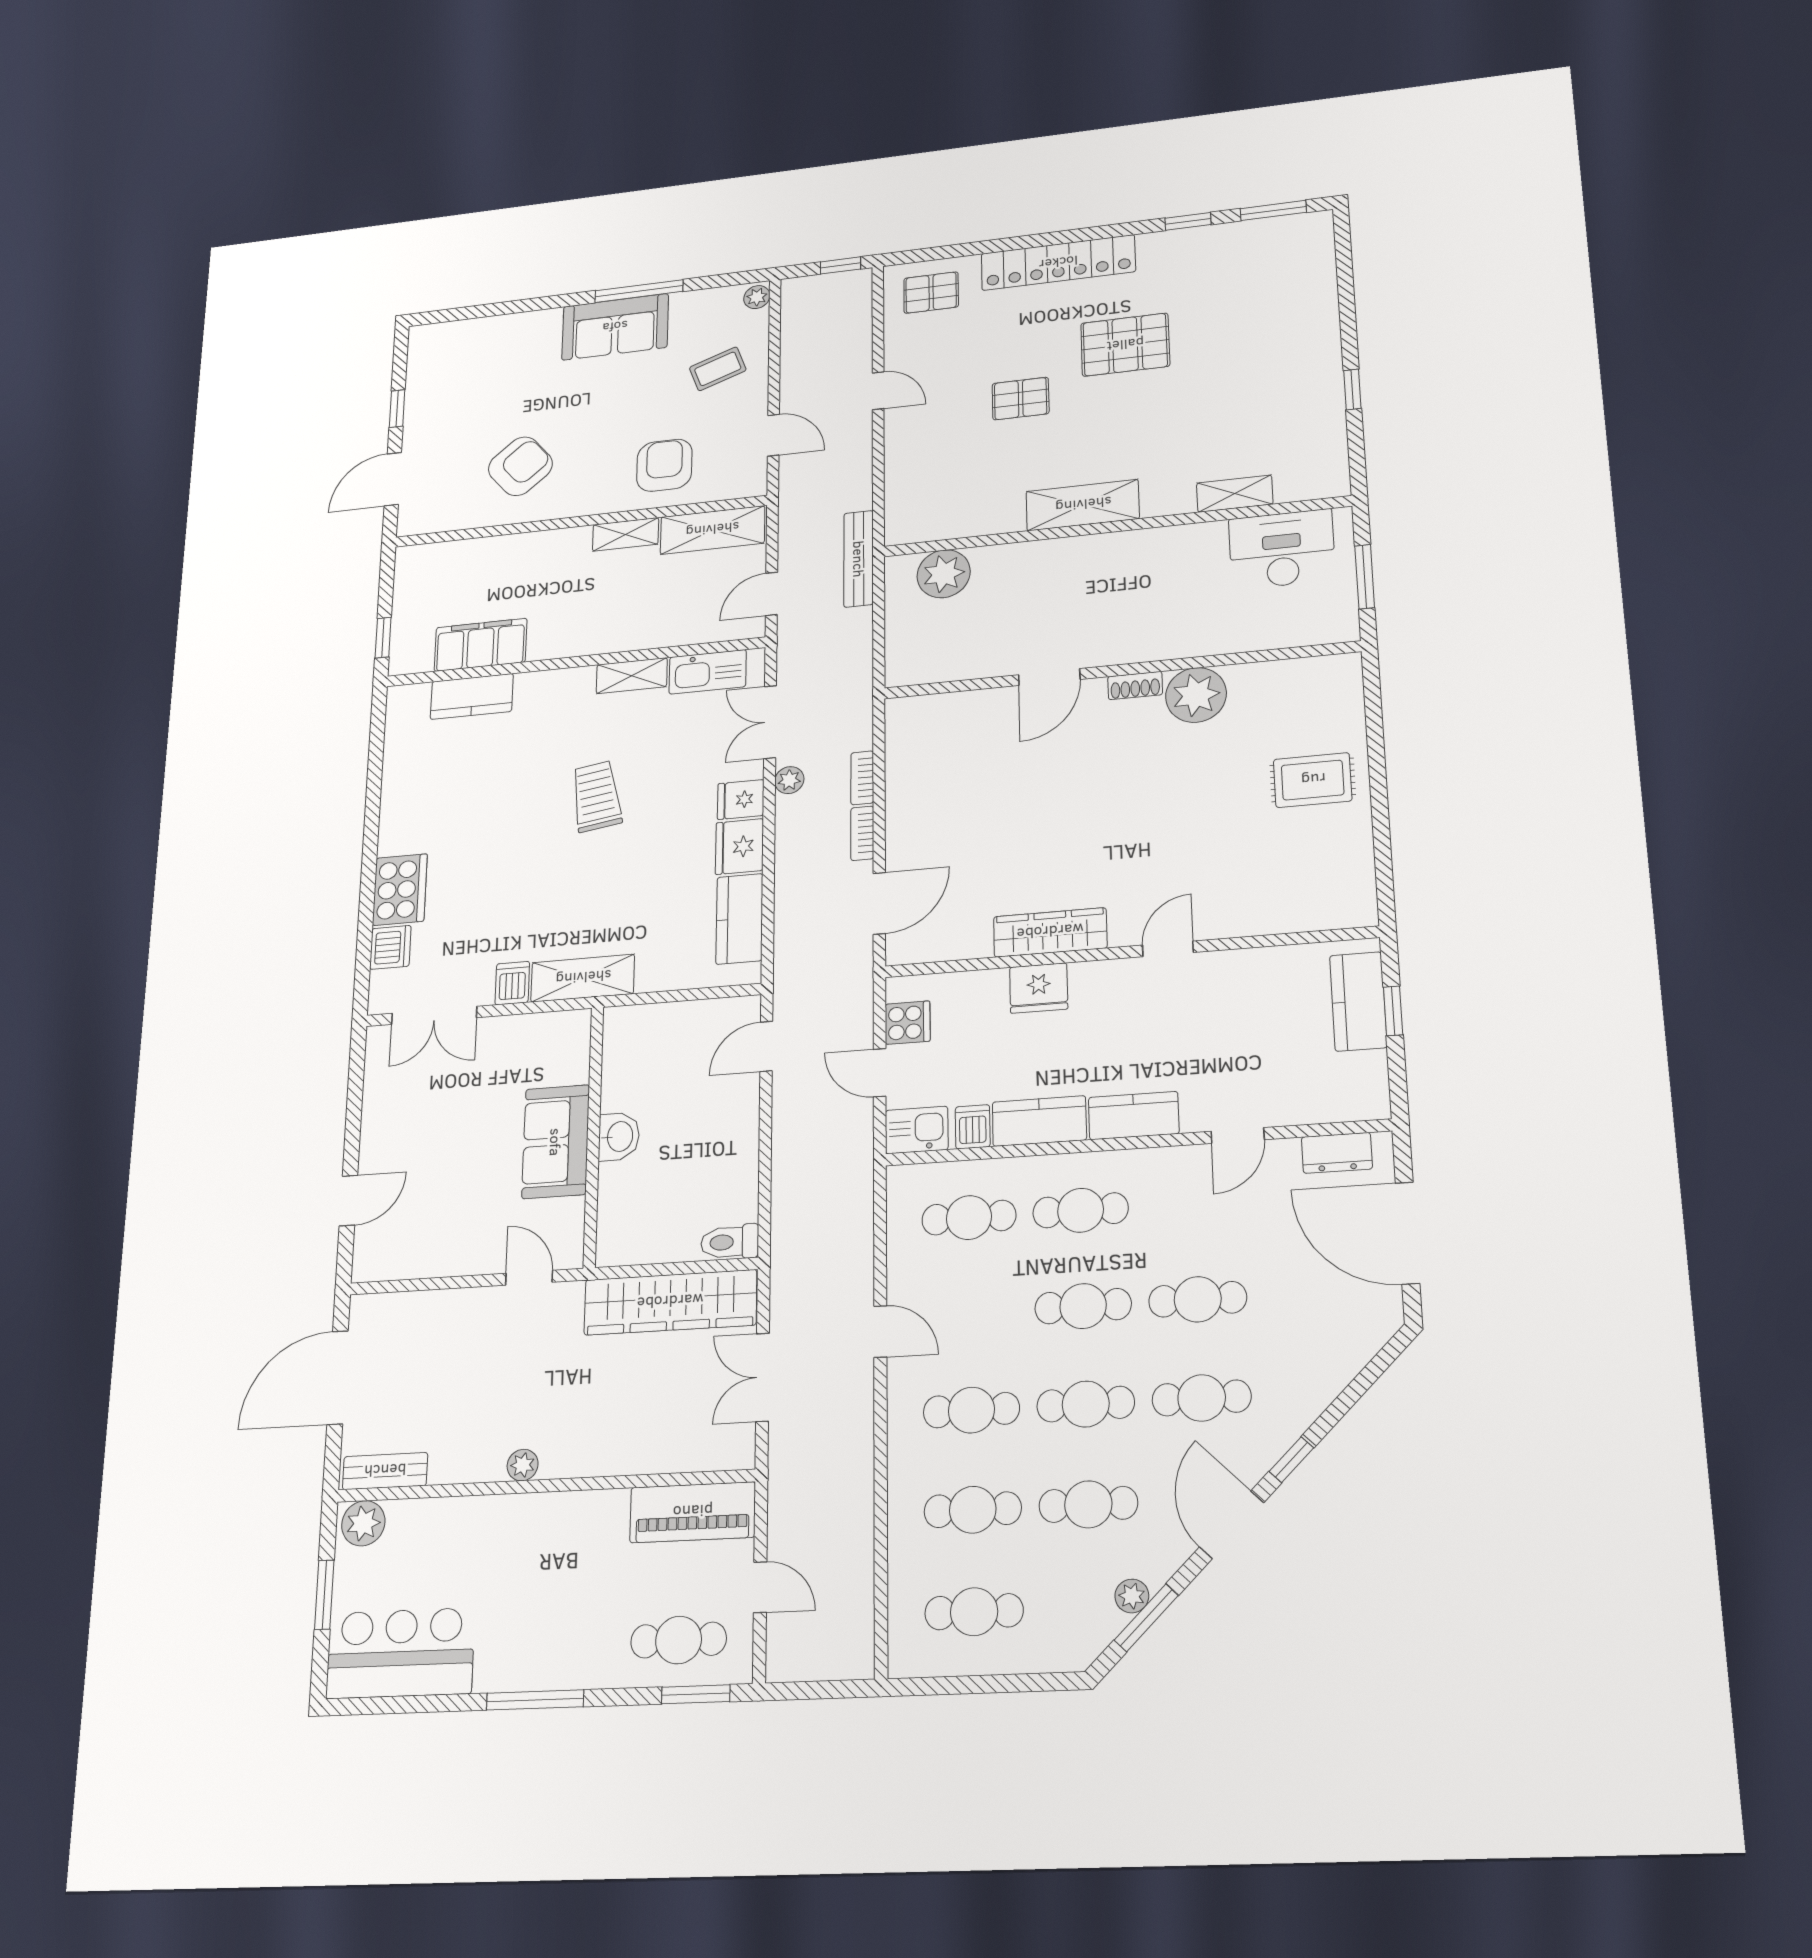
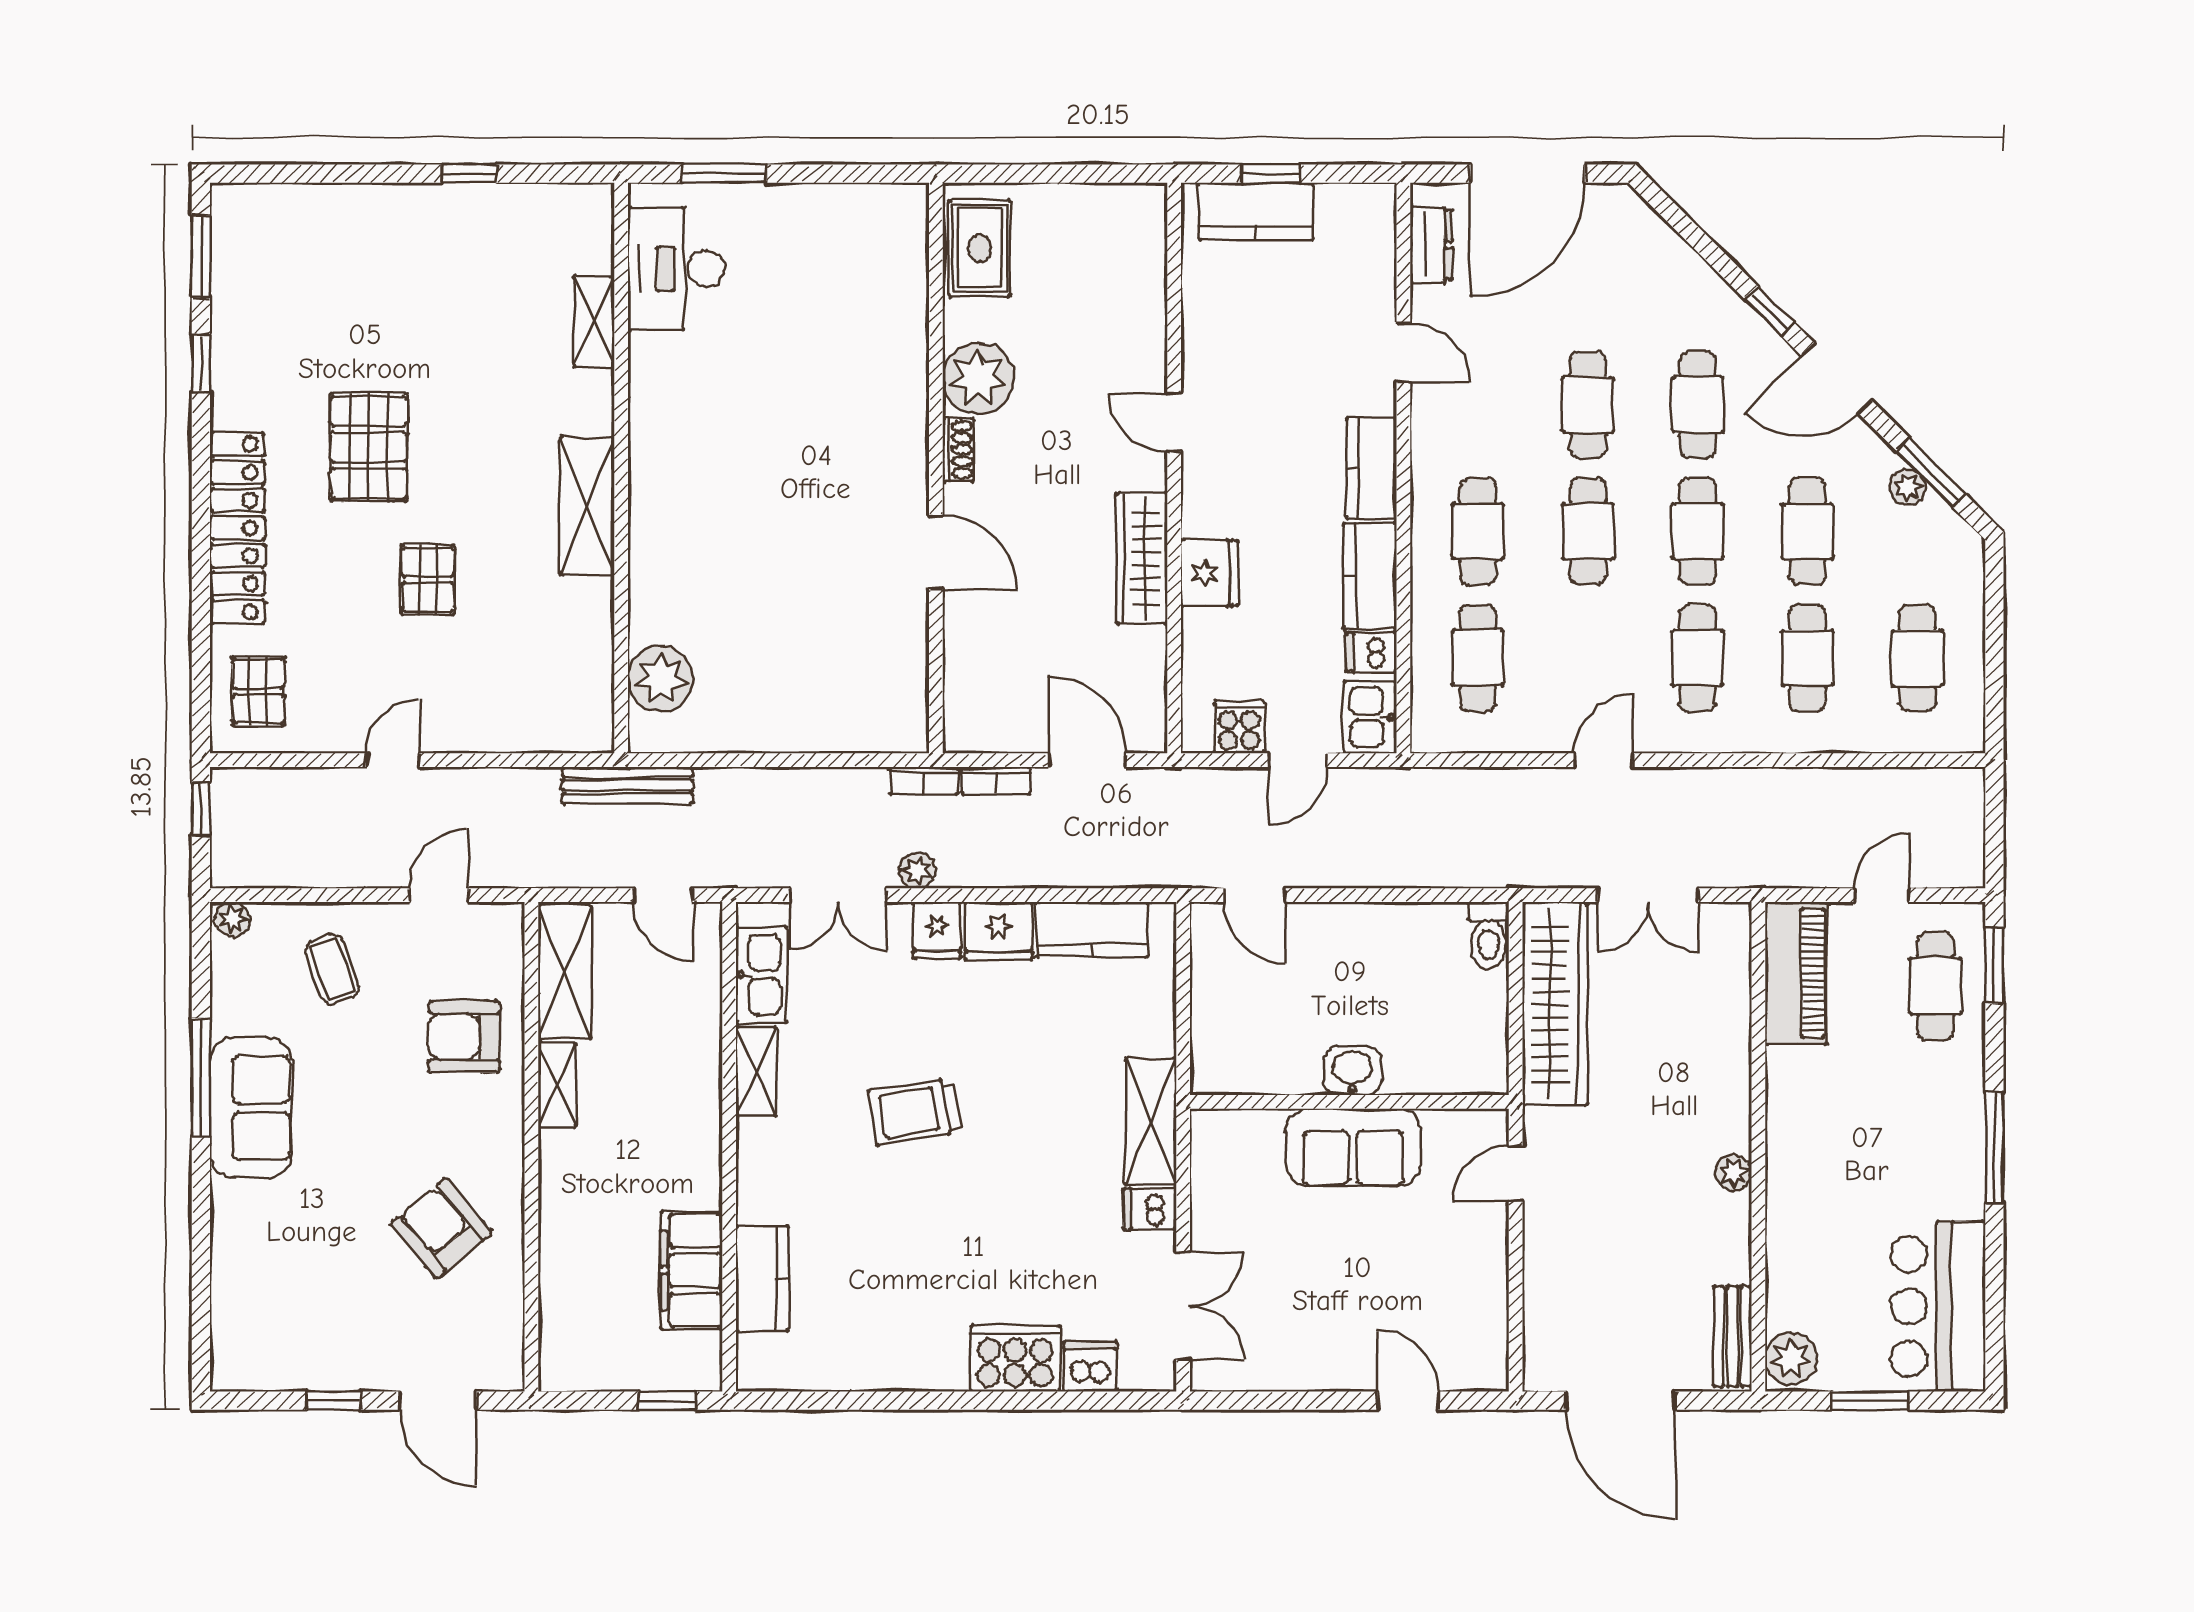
wall: (1119, 670) -> (936, 468), moved
door: (1049, 677) -> (936, 552), moved
shoe rack: (1135, 686) -> (958, 450), moved
plant: (1196, 695) -> (978, 378), moved

